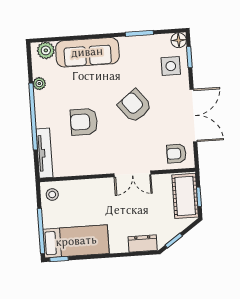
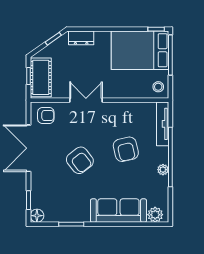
side table: (171, 66) -> (45, 193), removed
plant: (39, 84) -> (163, 170), moved
armchair: (84, 122) -> (126, 149), turned 77
bed: (76, 241) -> (140, 50), width x1.50

